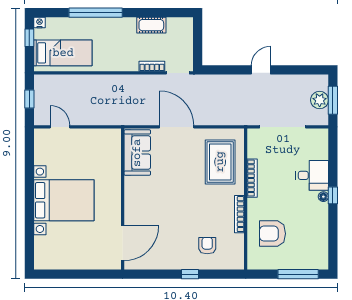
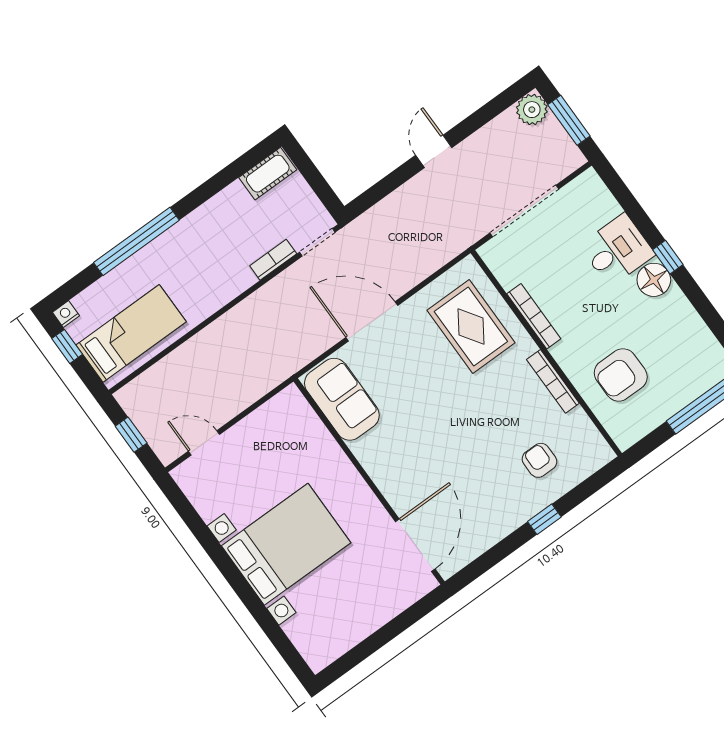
cot: (151, 25) -> (268, 174), moved
plant: (320, 100) -> (532, 110), moved
floor lamp: (323, 197) -> (654, 280), width x1.89, depth x1.89

